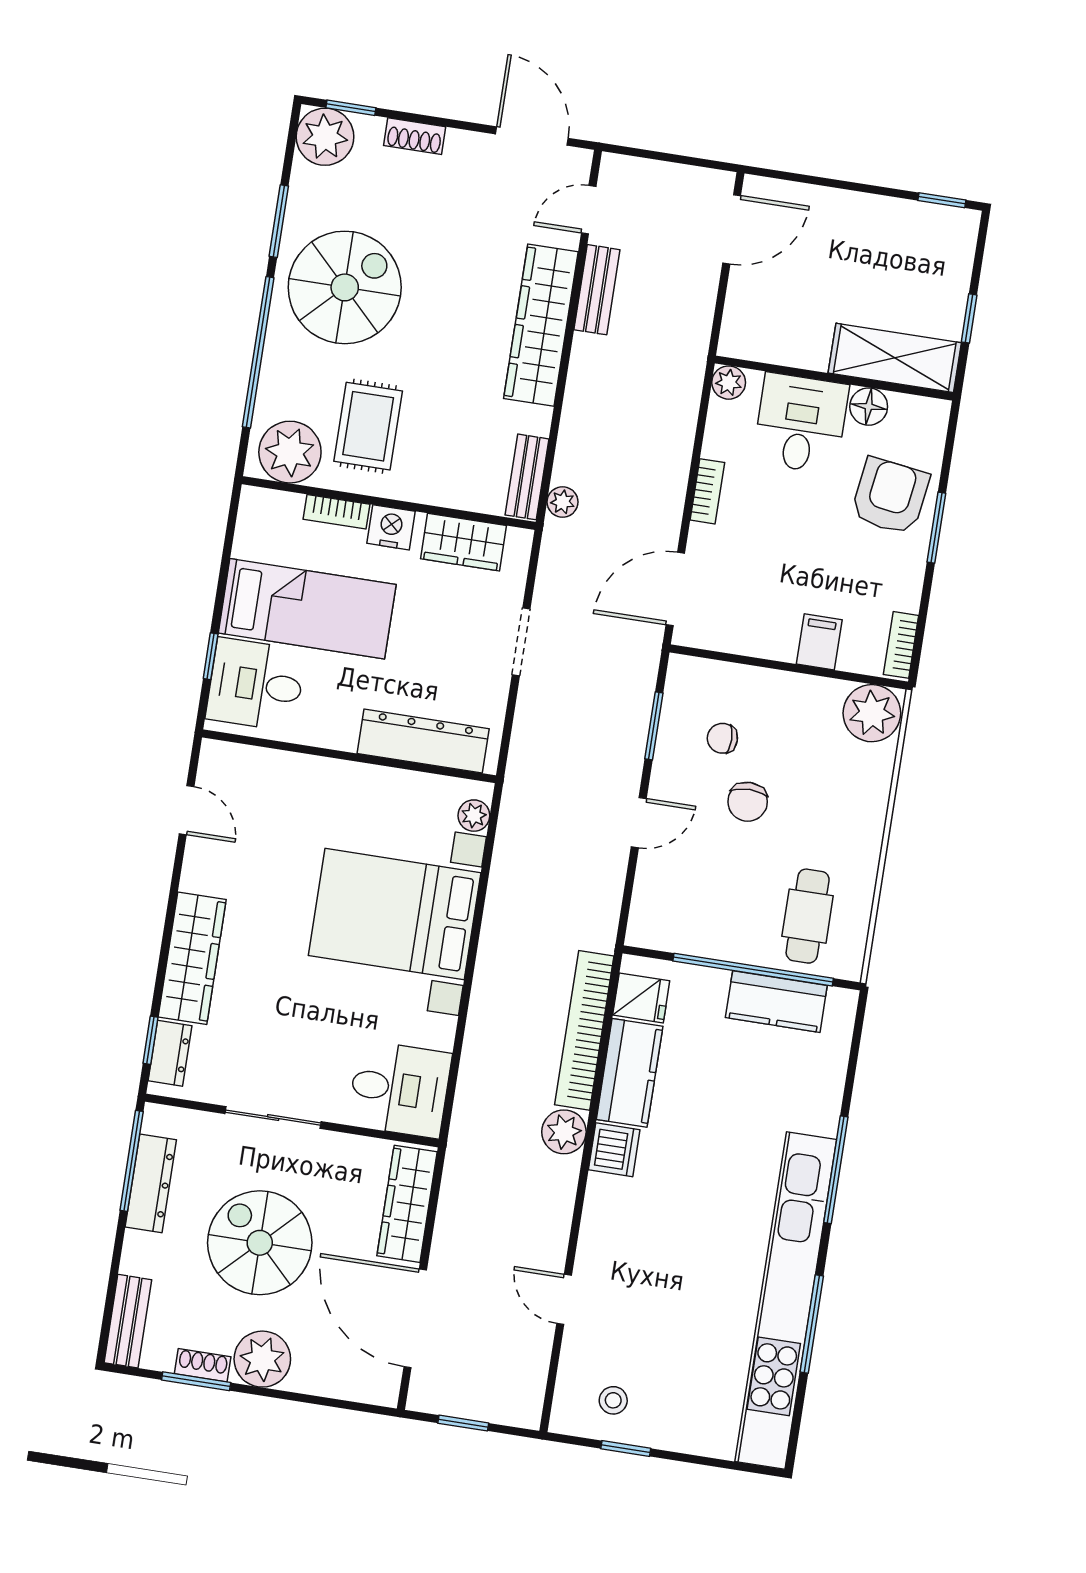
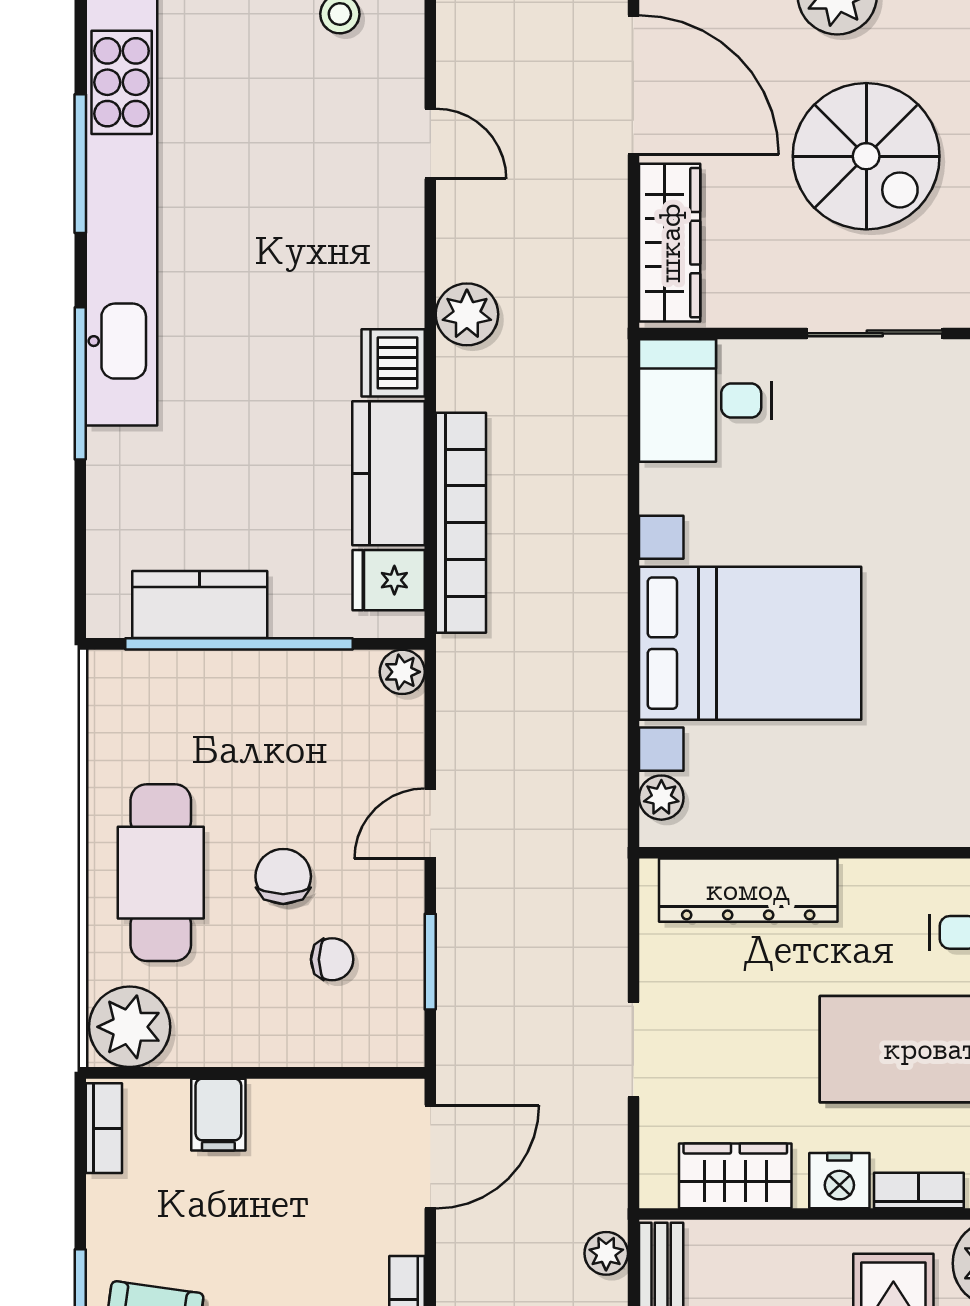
cafe table: (808, 916) -> (161, 873), moved, width x1.37, depth x1.35
plant: (642, 932) -> (402, 672), added
plant: (564, 1132) -> (467, 314), moved

